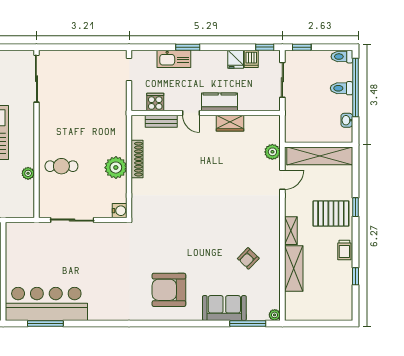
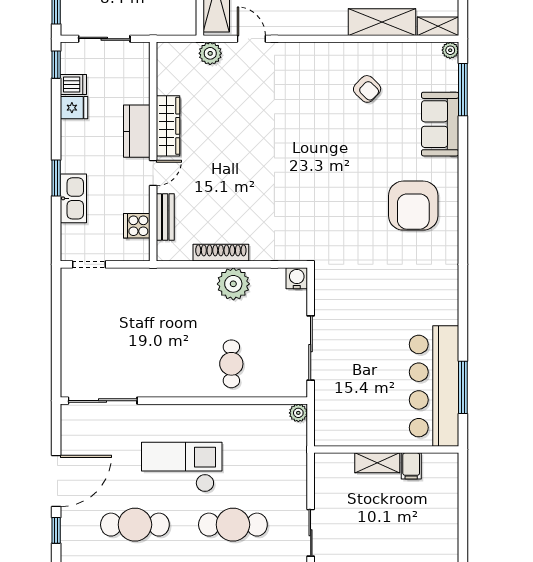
wardrobe: (230, 123) -> (168, 126), width x1.50
plant: (28, 173) -> (298, 413), moved
shelving: (291, 231) -> (438, 26), moved

